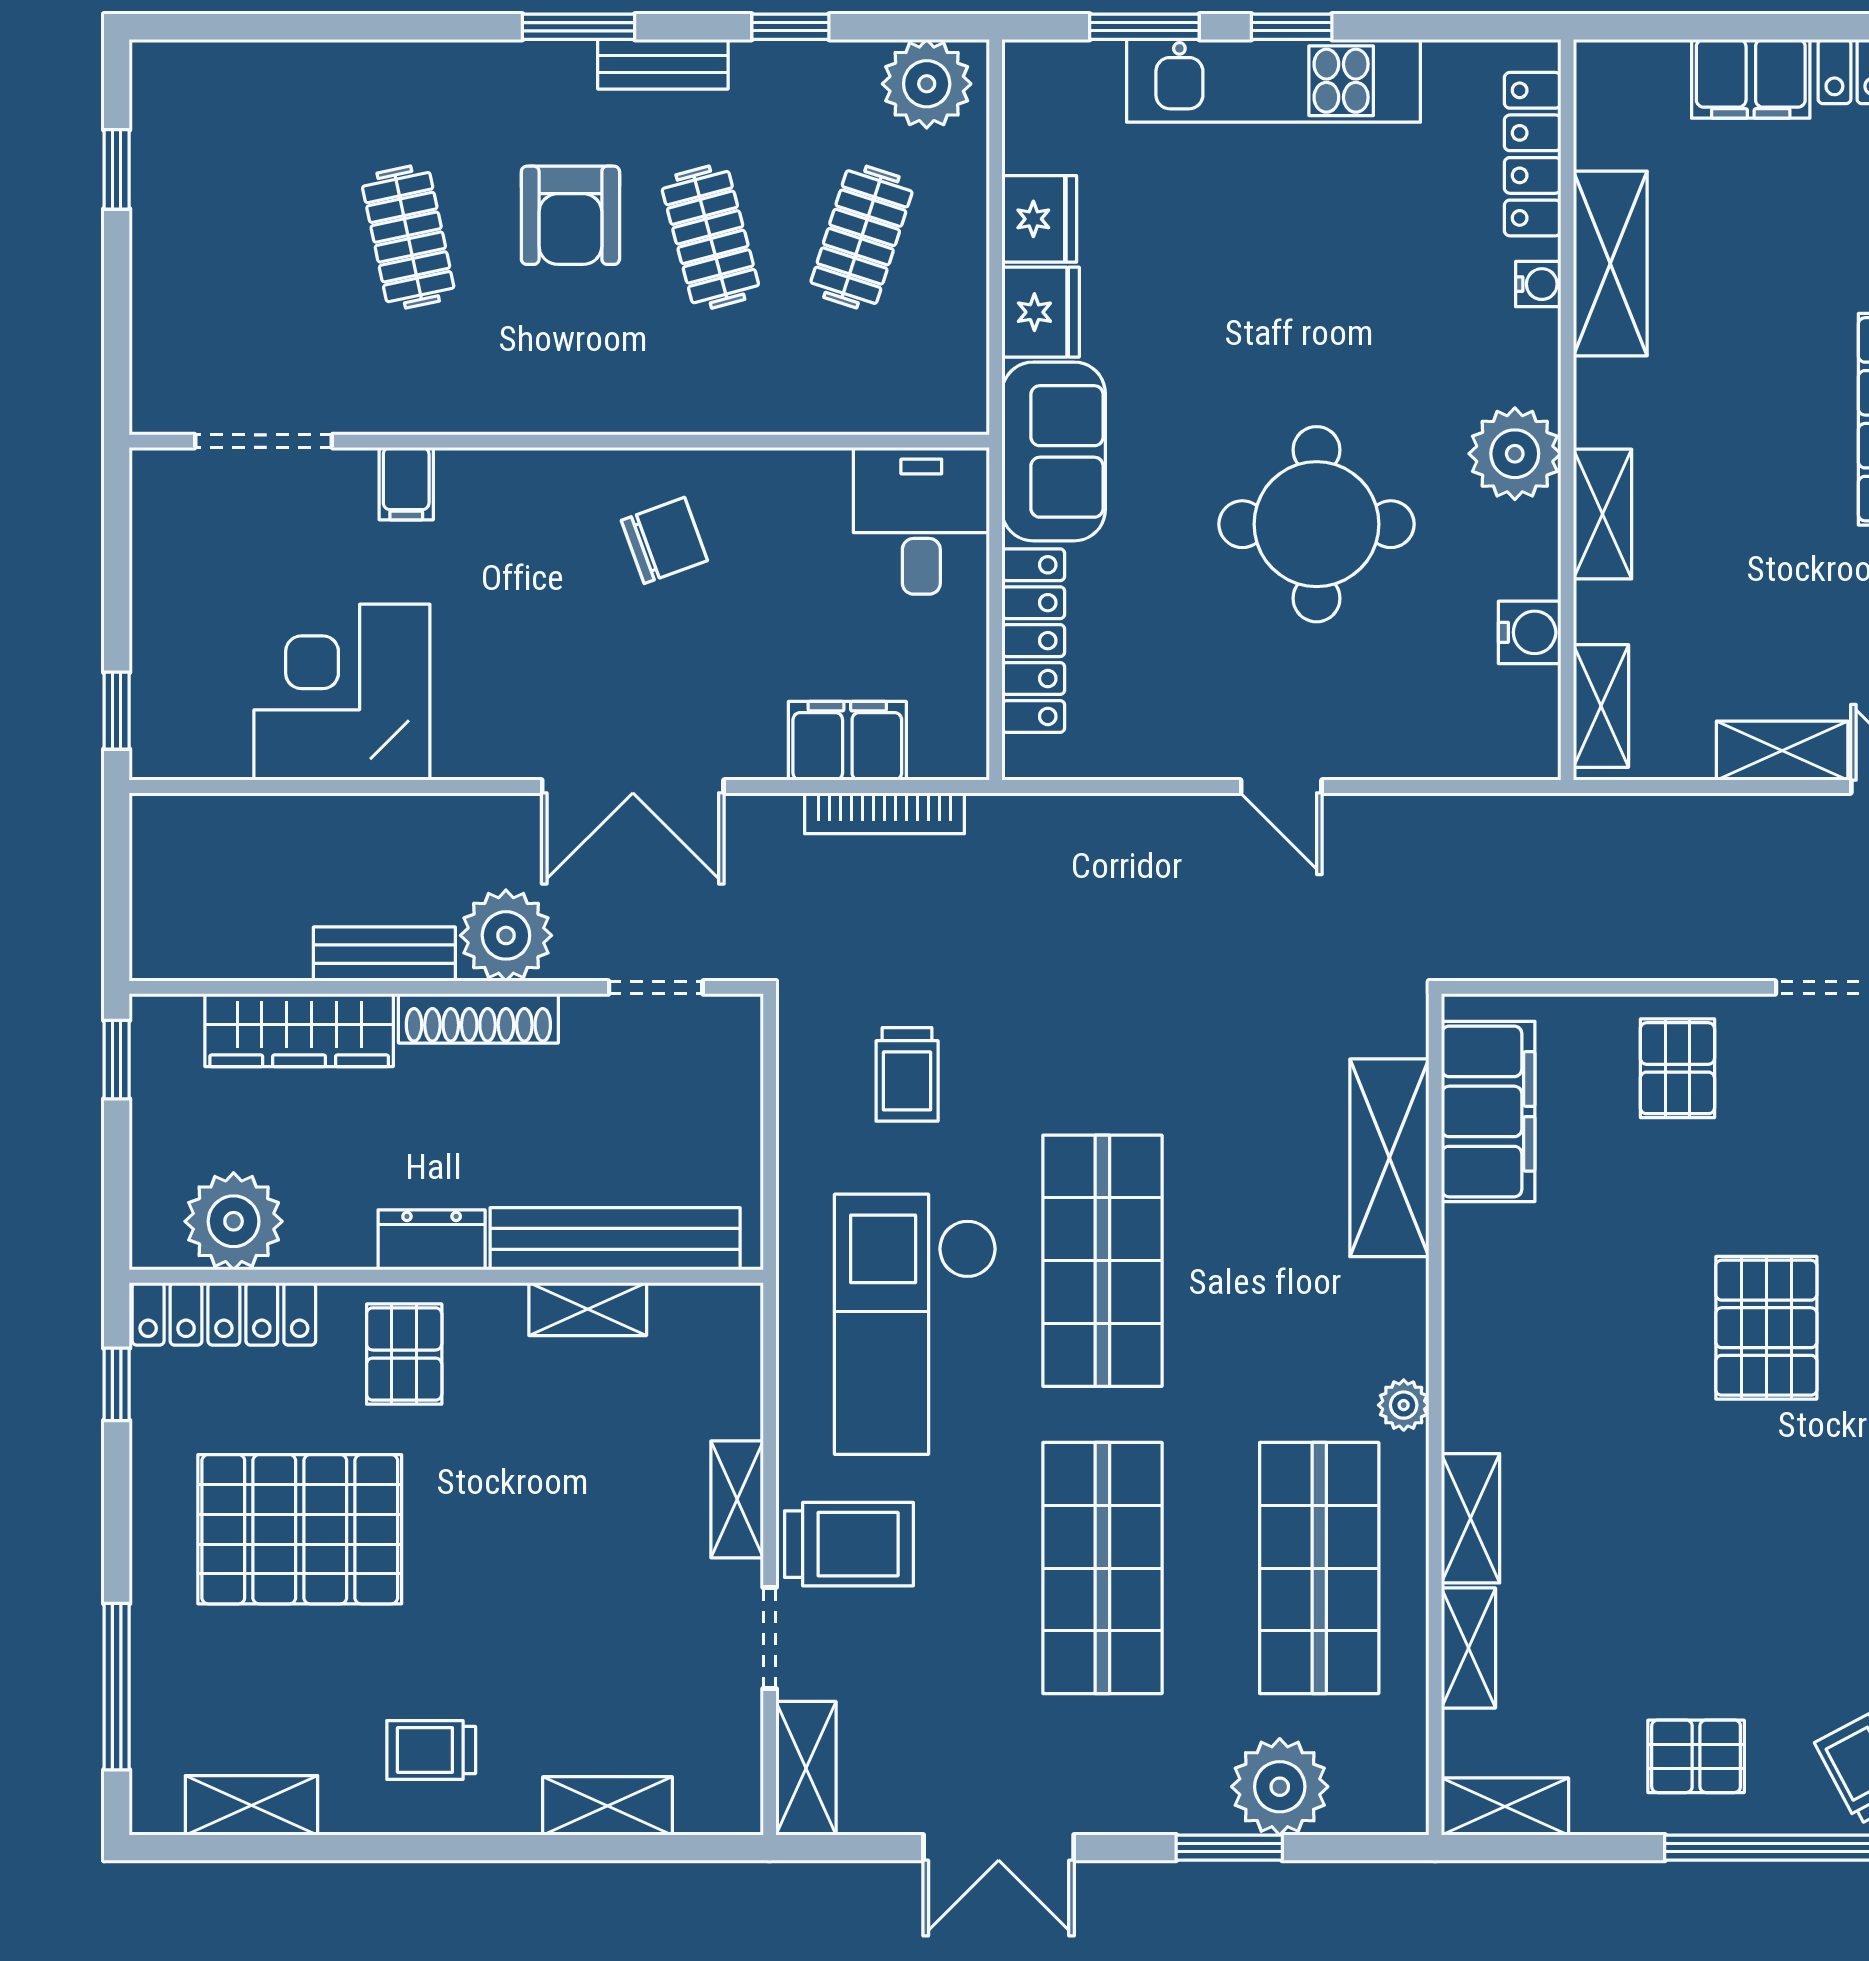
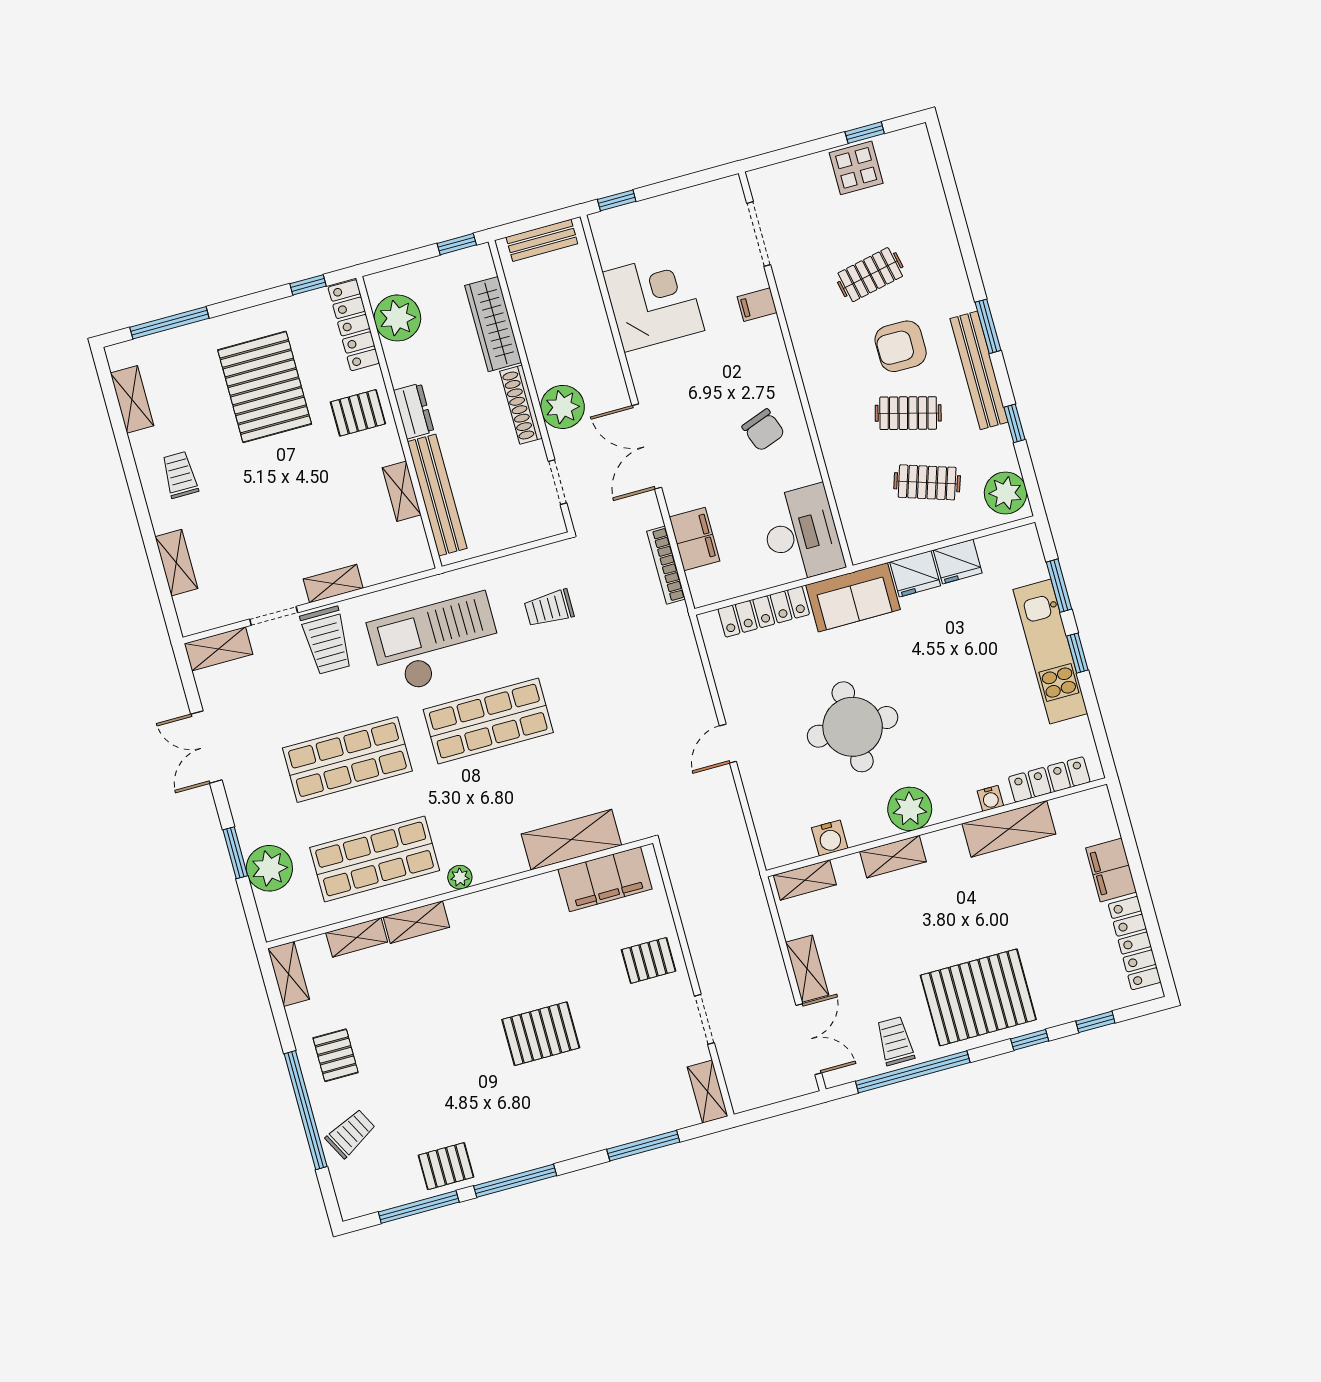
bench: (663, 64) -> (979, 370), width x1.86, depth x1.21
display table: (184, 206) -> (856, 168), added
clothes rail: (710, 237) -> (908, 413), turned 30
desk: (921, 521) -> (801, 534), width x1.37
bench: (384, 954) -> (542, 240), moved, turned 90

